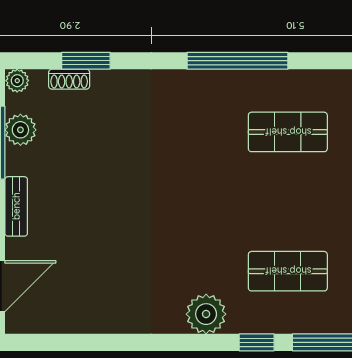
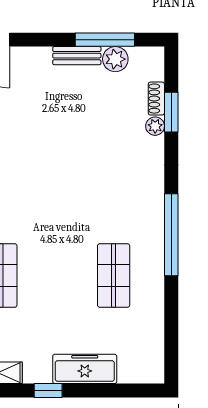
plant: (17, 81) -> (155, 126), moved
bench: (16, 206) -> (77, 56), moved

